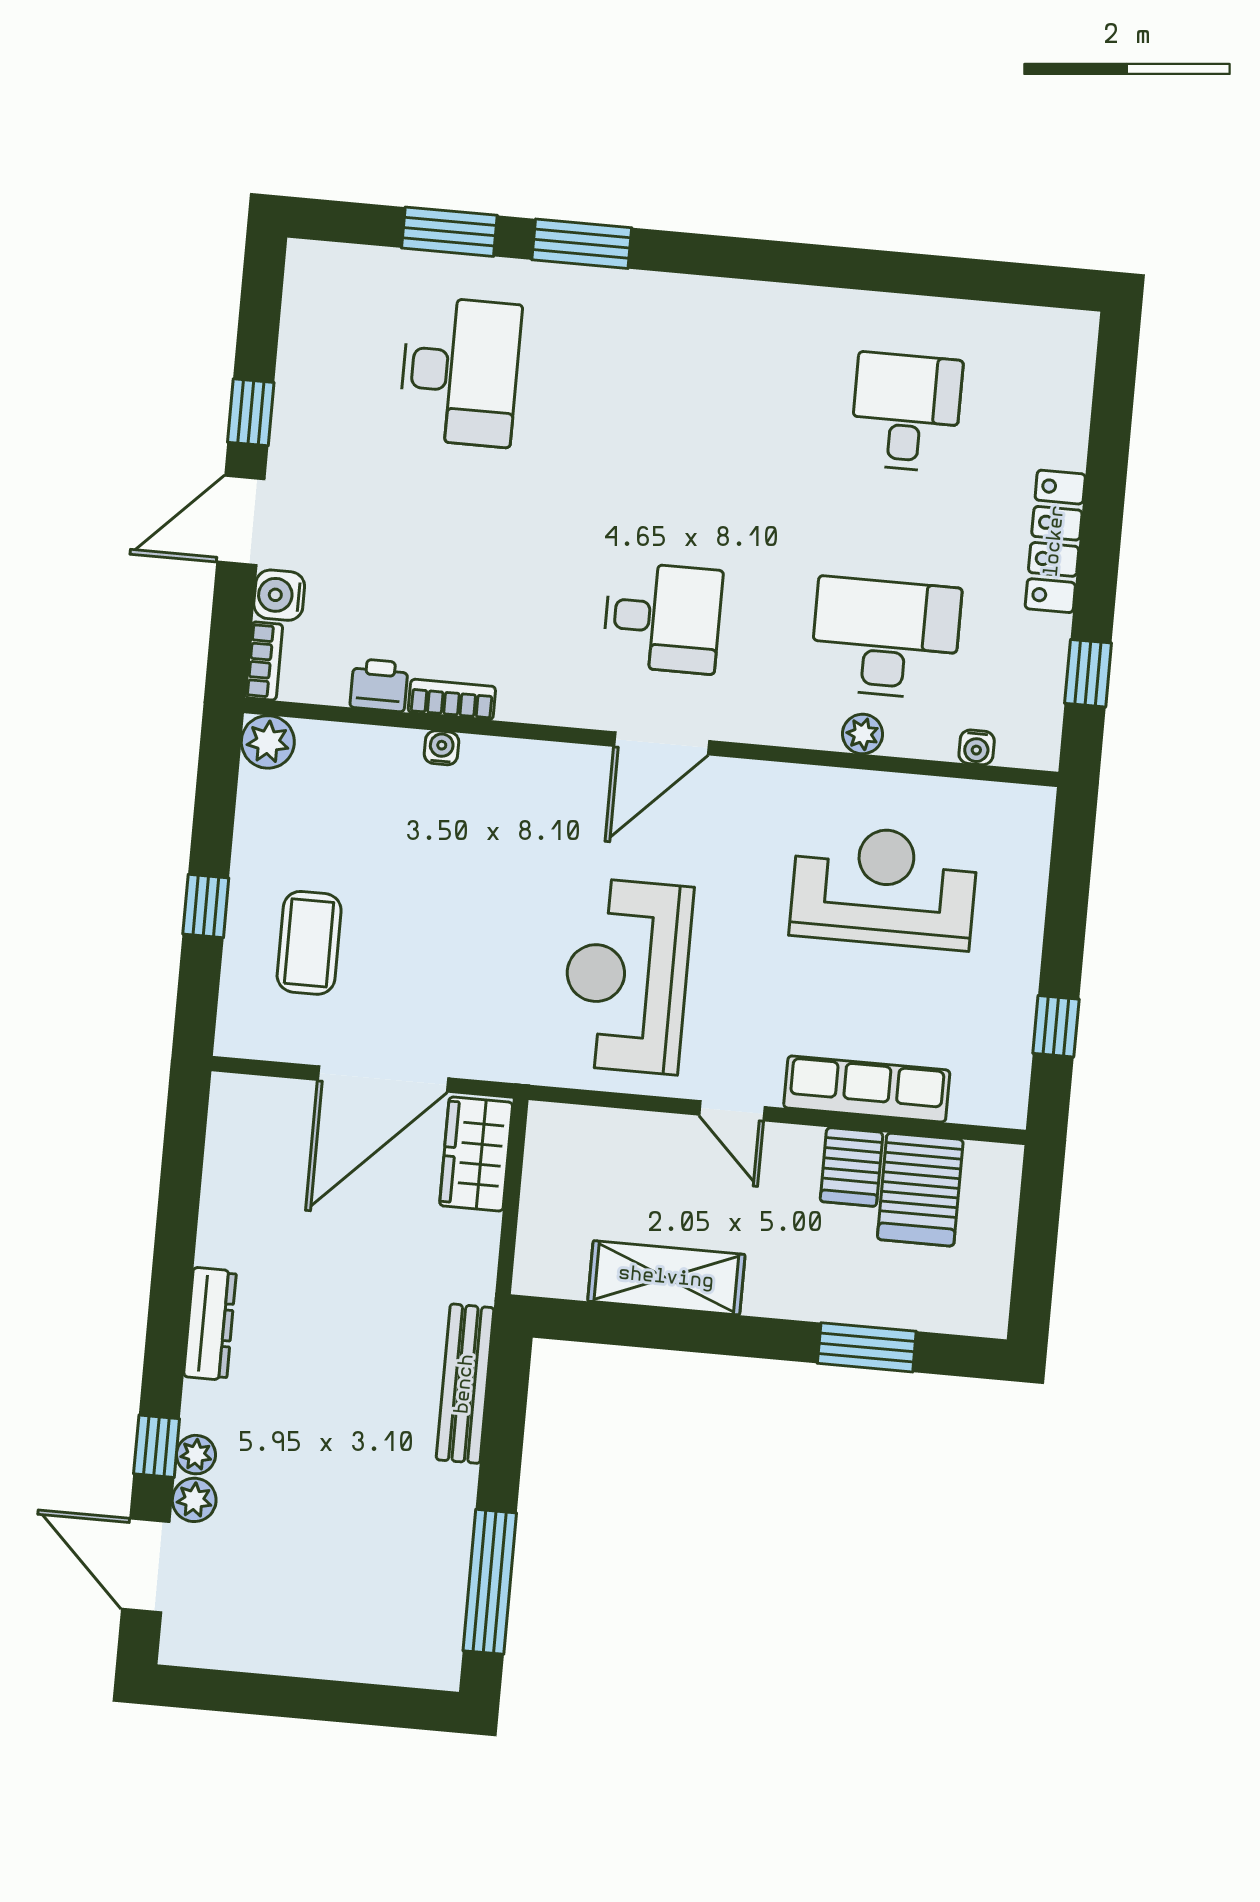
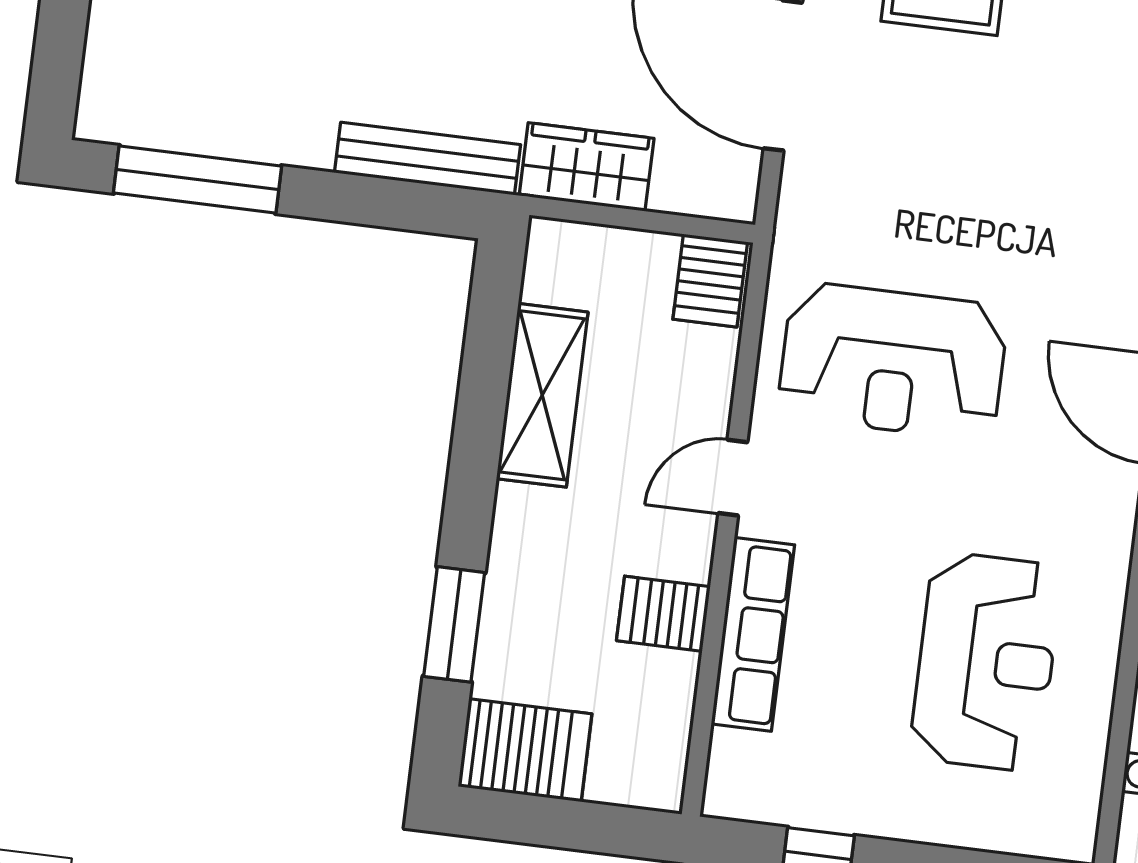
reception desk: (627, 976) -> (893, 361), turned 180
server rack: (562, 1136) -> (710, 281), added
wardrobe: (476, 1154) -> (587, 167), moved
server rack: (920, 1190) -> (525, 750), moved, turned 180

